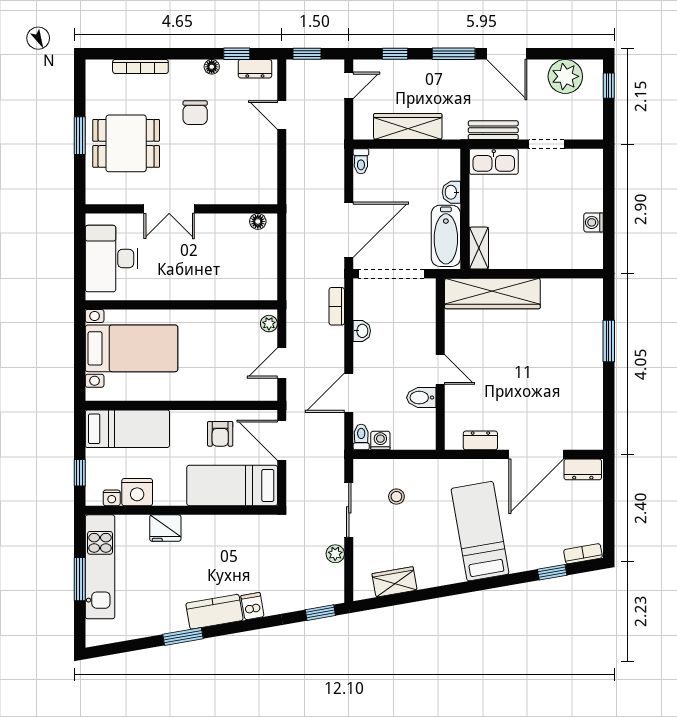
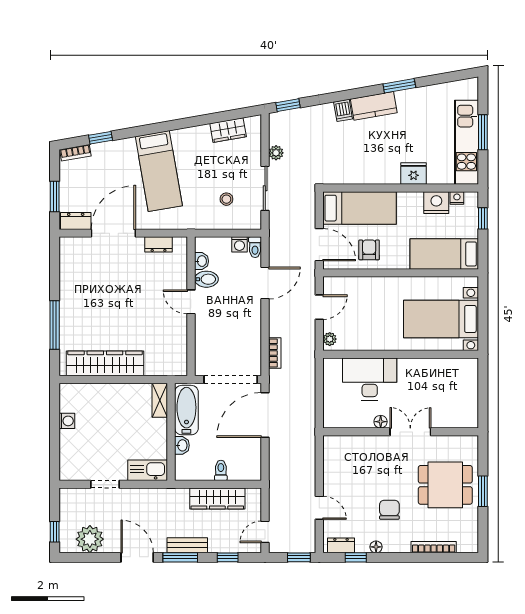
bench: (493, 130) -> (187, 545), moved
toilet: (361, 161) -> (221, 470), moved
floor lamp: (258, 221) -> (381, 422), moved
desk: (112, 259) -> (370, 379), moved, turned -90
wardrobe: (492, 294) -> (105, 363), moved
washbasin: (362, 331) -> (202, 261), moved, turned 180
window: (609, 341) -> (55, 325), width x1.44
window: (609, 500) -> (55, 196), added

